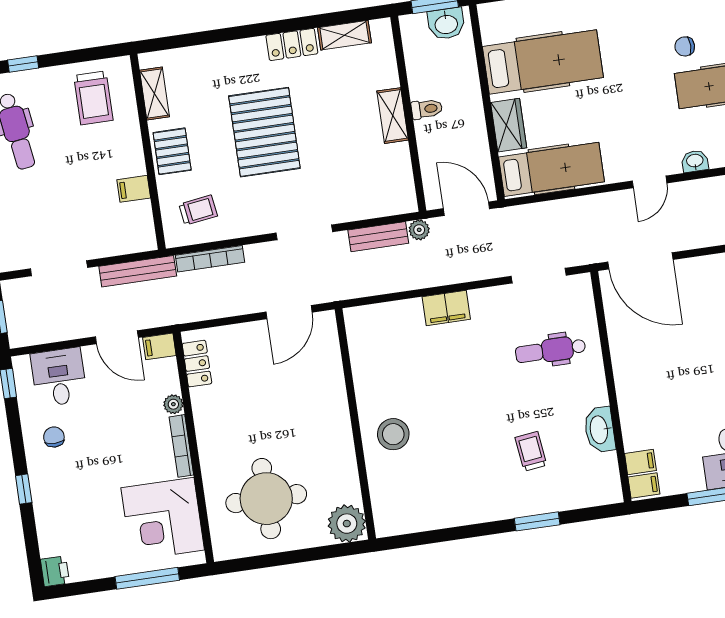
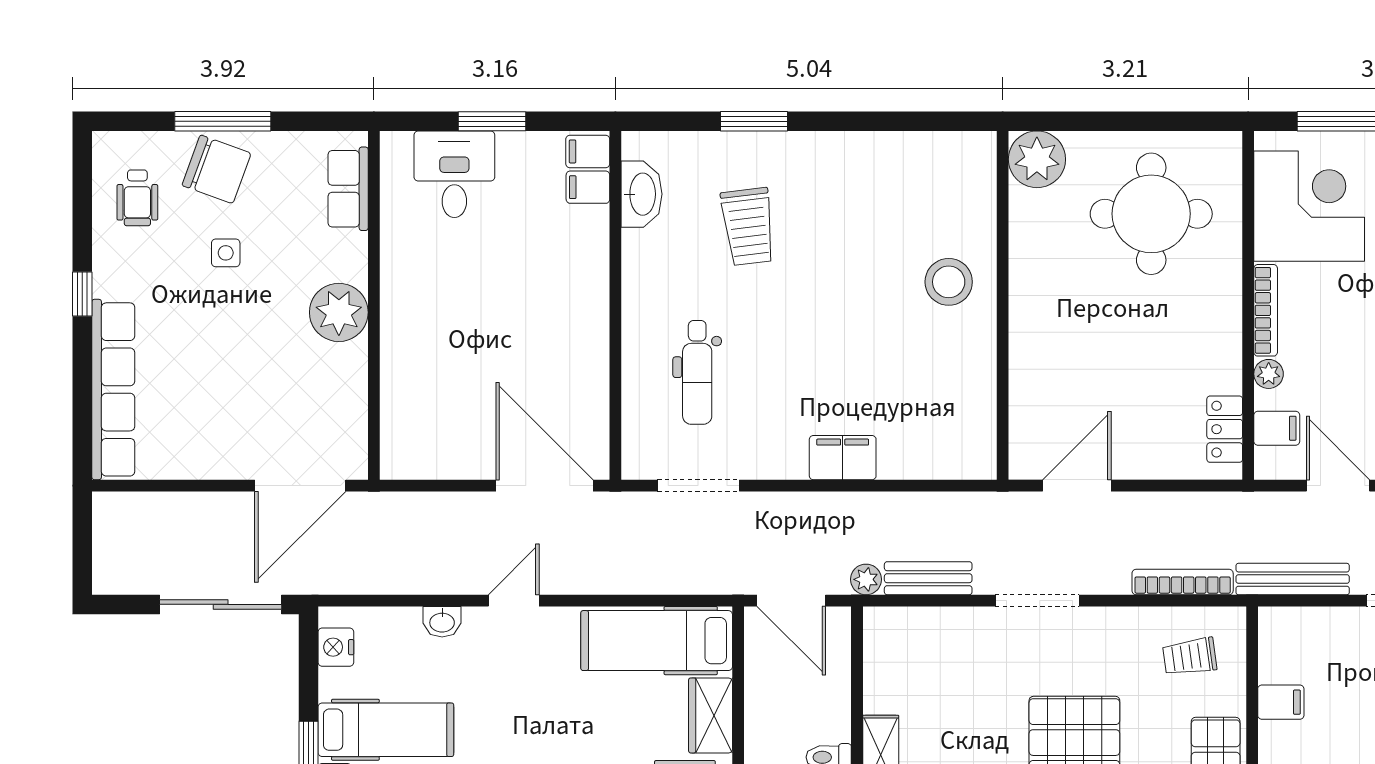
filing cabinet: (159, 346) -> (1277, 428), moved
dental chair: (550, 350) -> (697, 372), turned 90
washbasin: (600, 430) -> (641, 194), moved
trolley: (531, 451) -> (748, 227), width x1.36, depth x1.39

